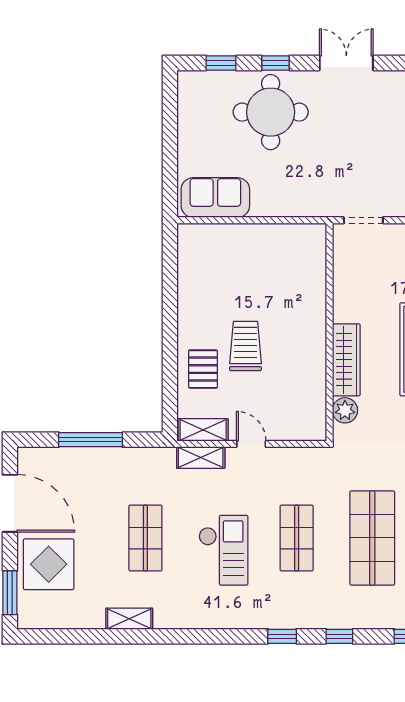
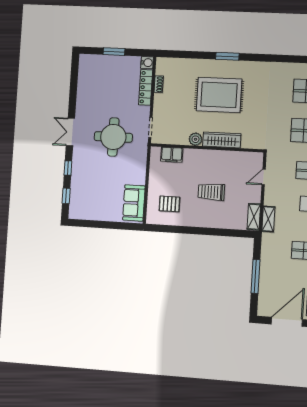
round table: (271, 112) -> (113, 137), moved
filing cabinet: (313, 265) -> (172, 155), added
pallet: (203, 369) -> (170, 204), moved
plant: (345, 410) -> (196, 139), moved
door: (251, 444) -> (264, 177), moved

